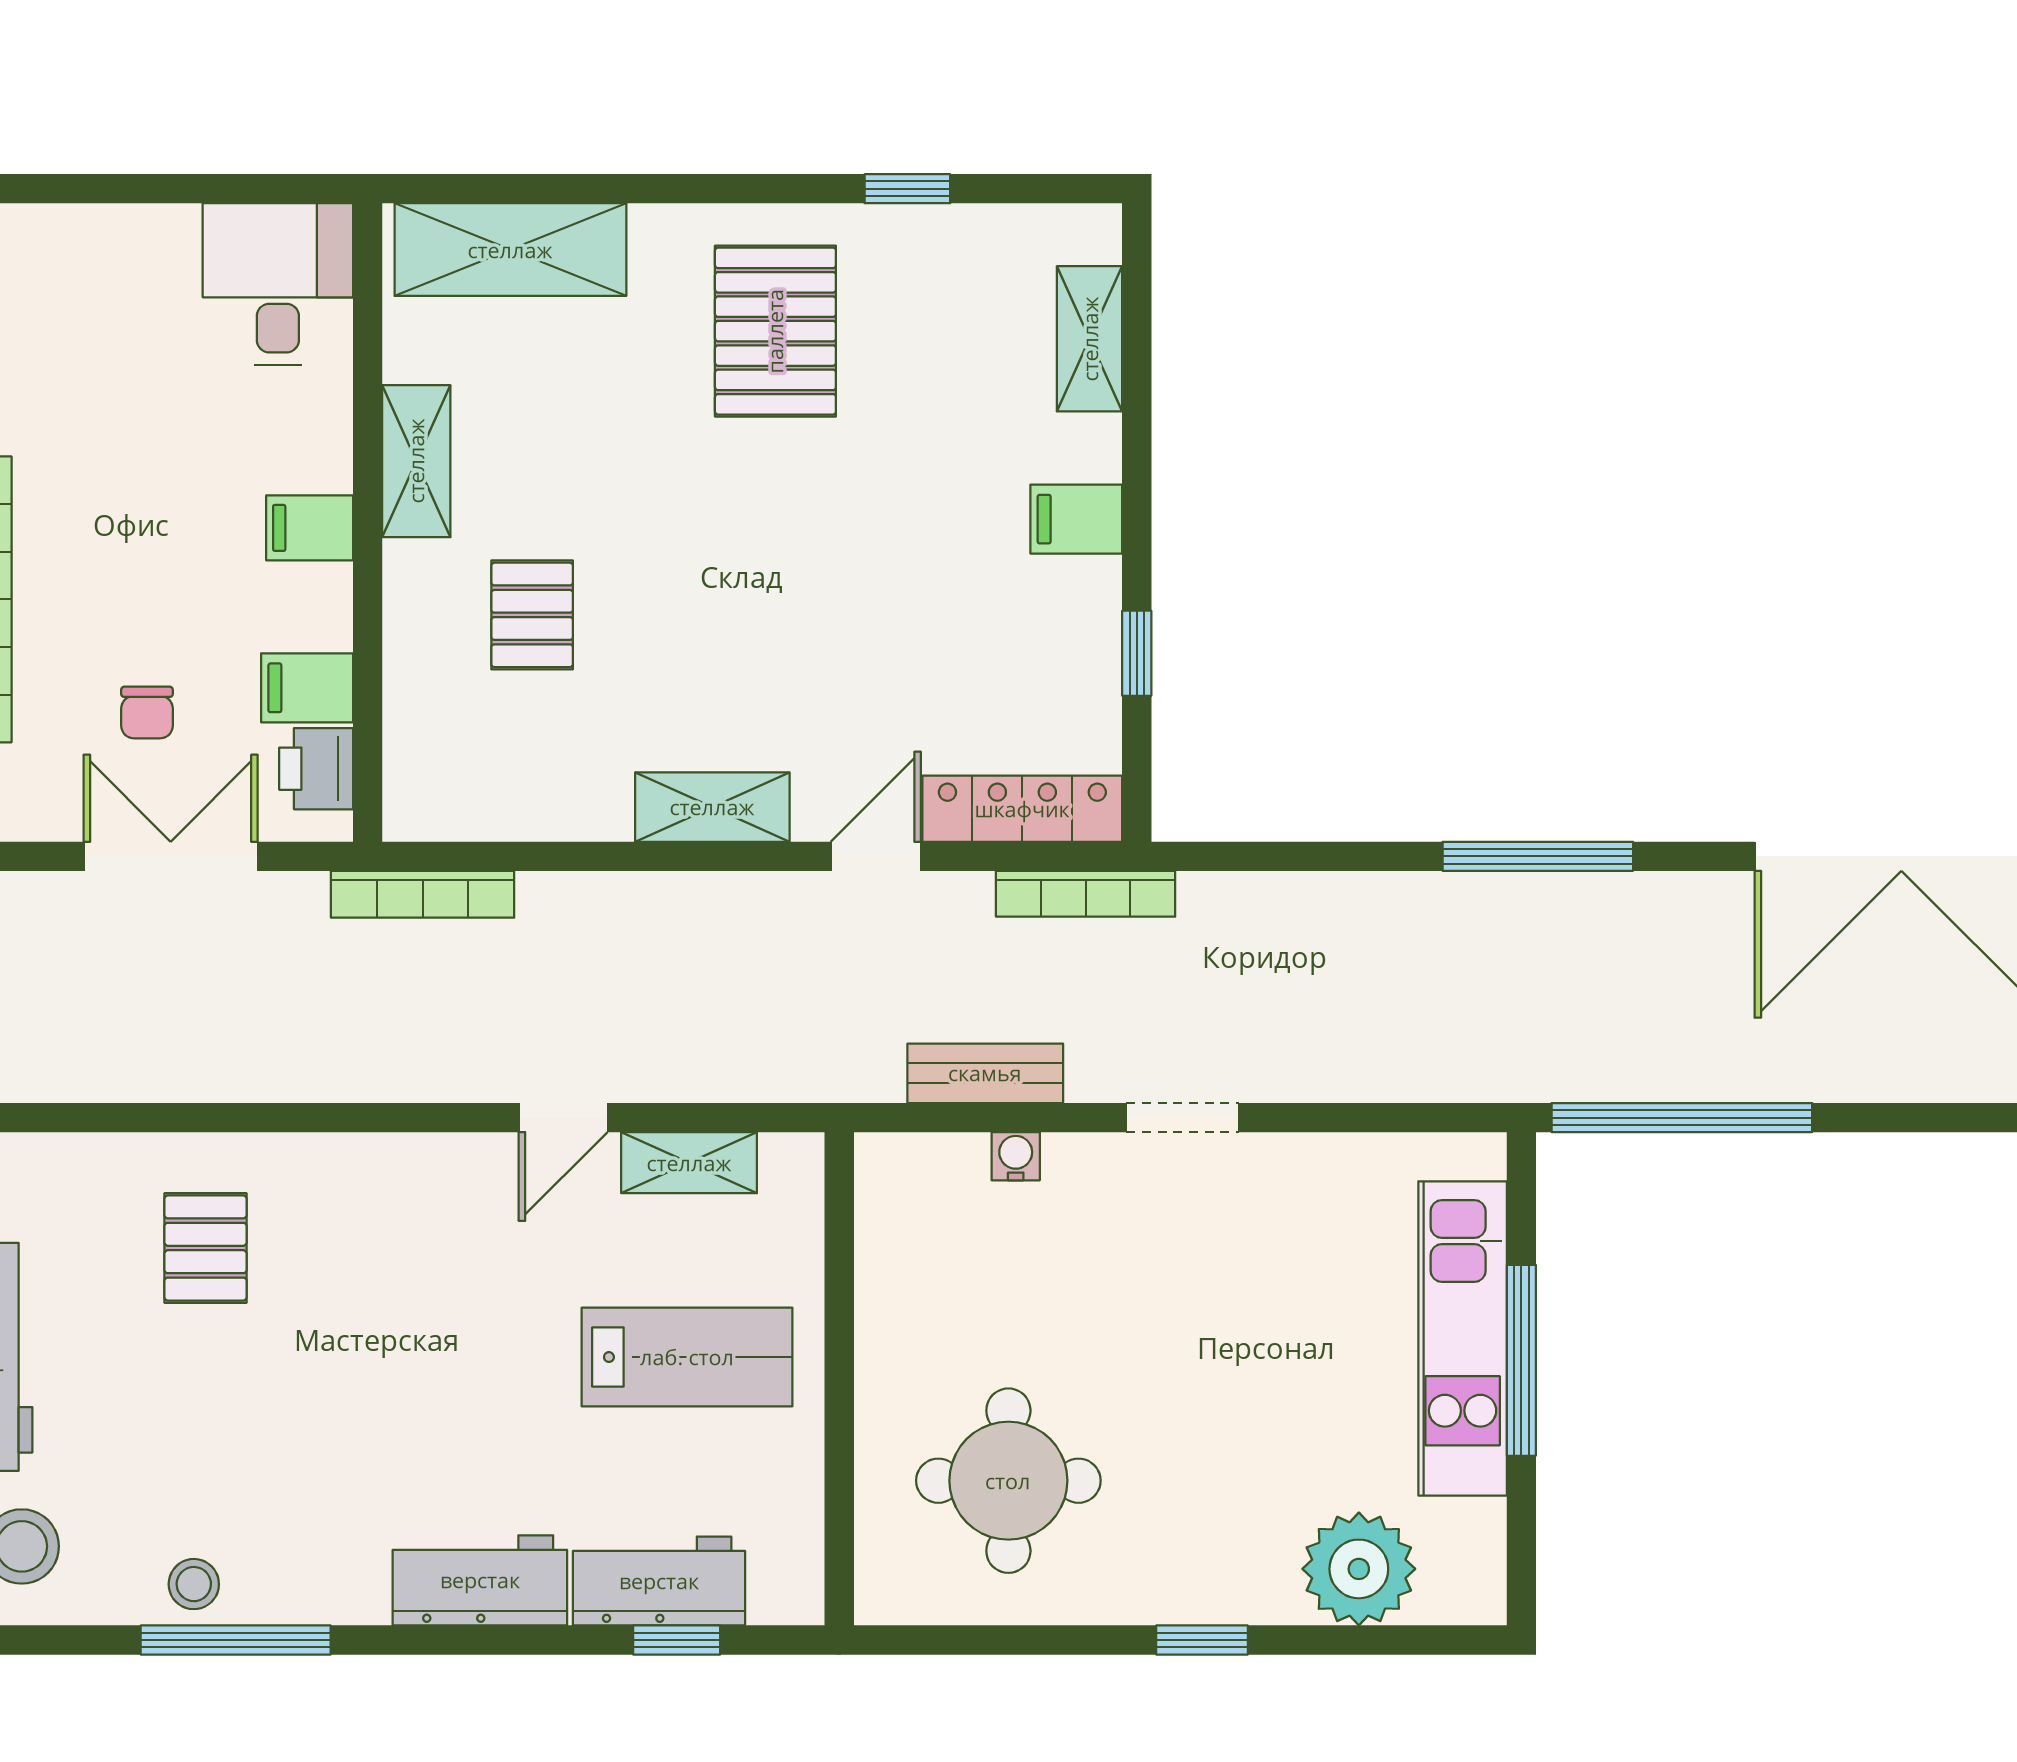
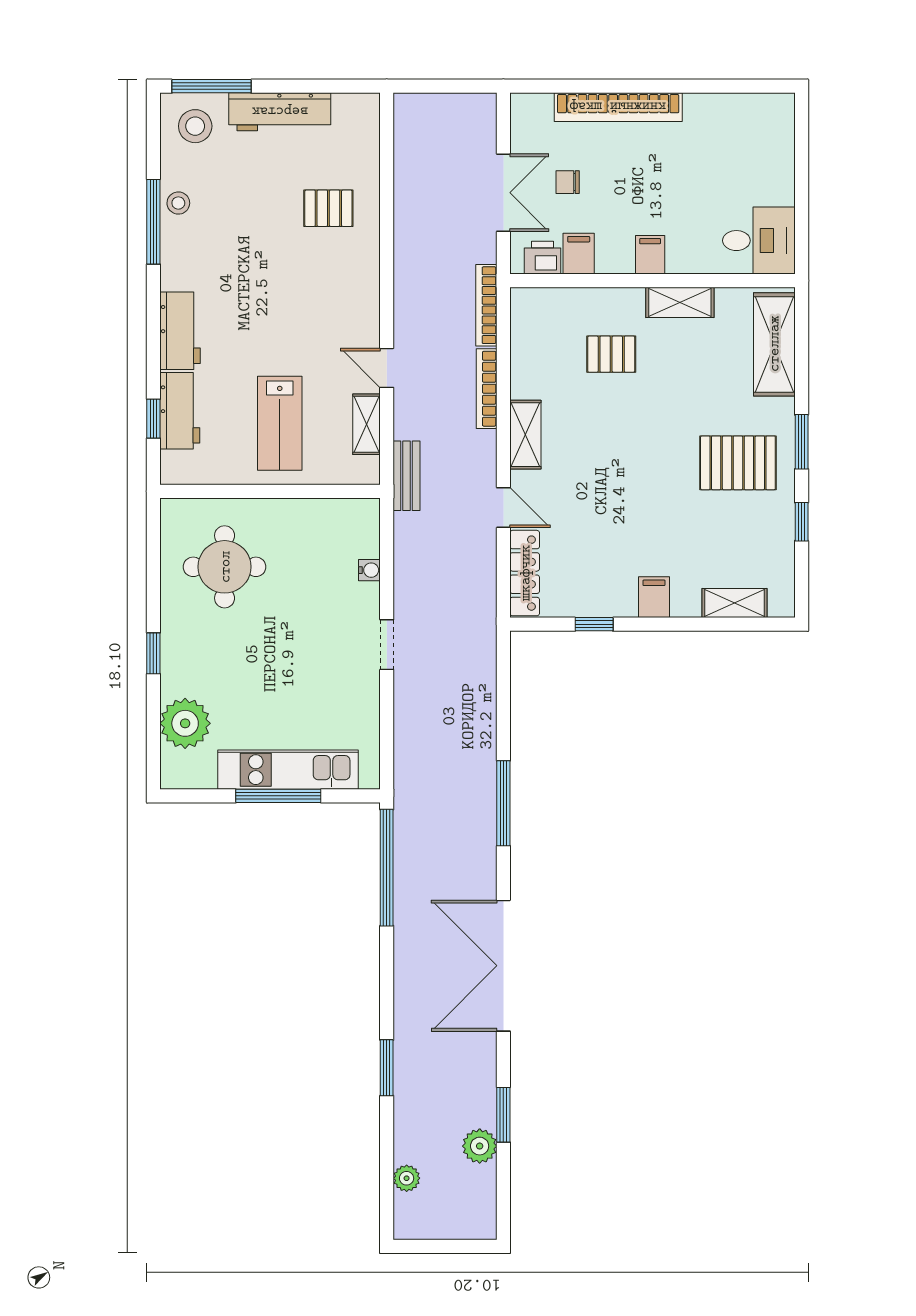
window: (728, 189) -> (802, 442), added
bookcase: (1086, 894) -> (487, 389), moved
bench: (985, 1073) -> (406, 476), moved

